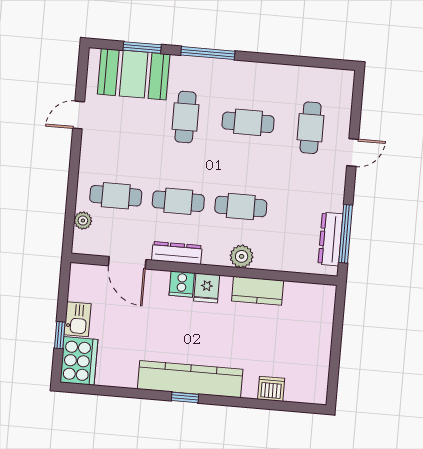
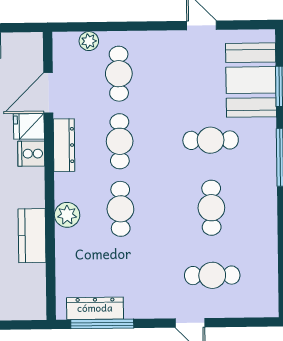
fridge: (207, 288) -> (29, 126), moved

